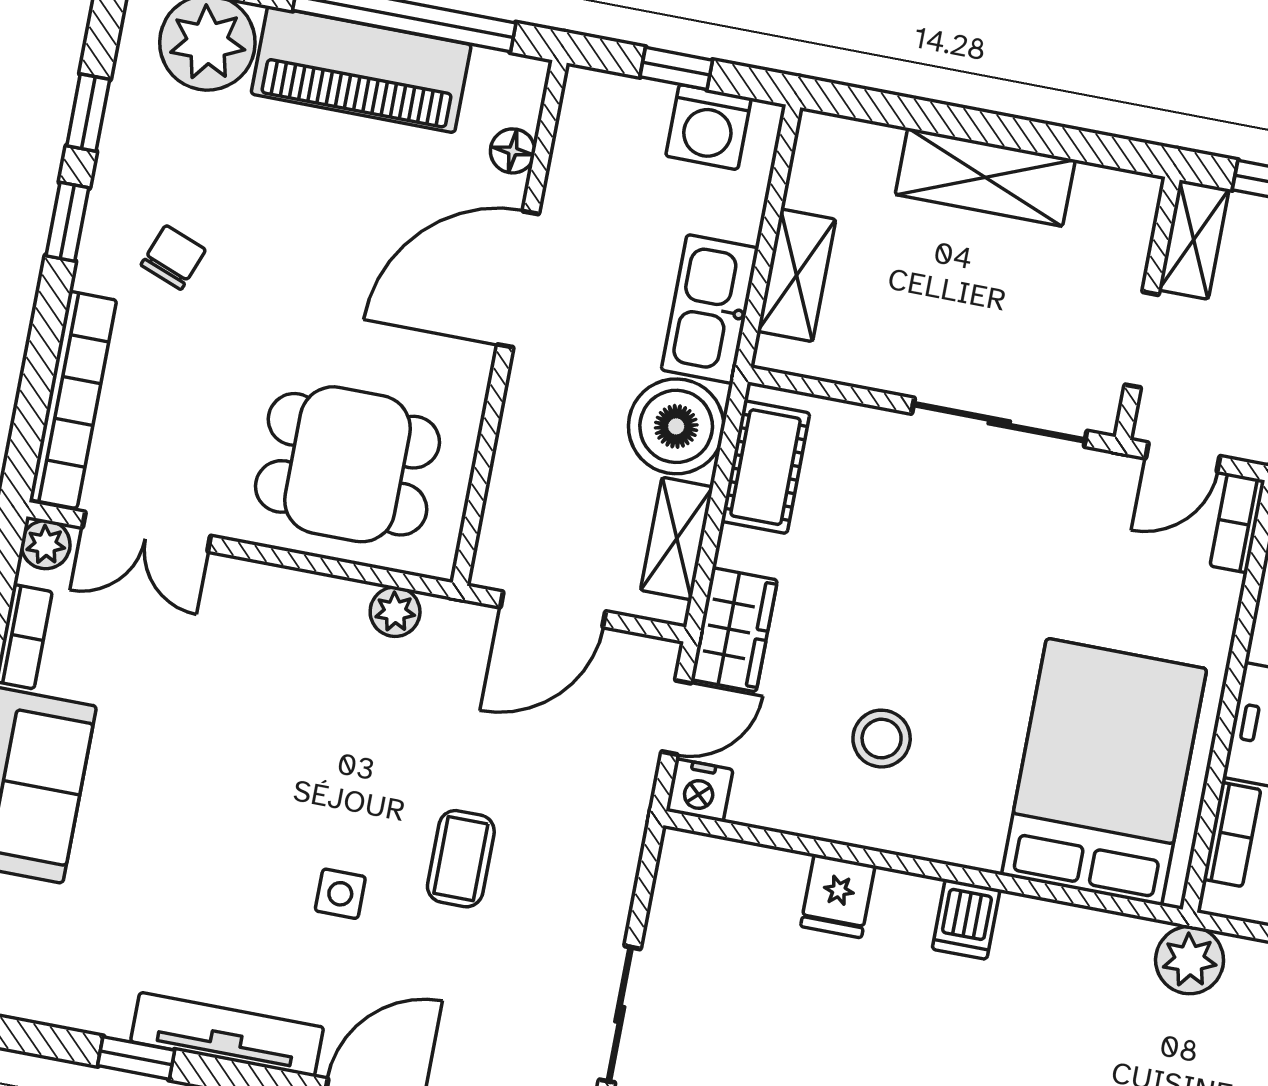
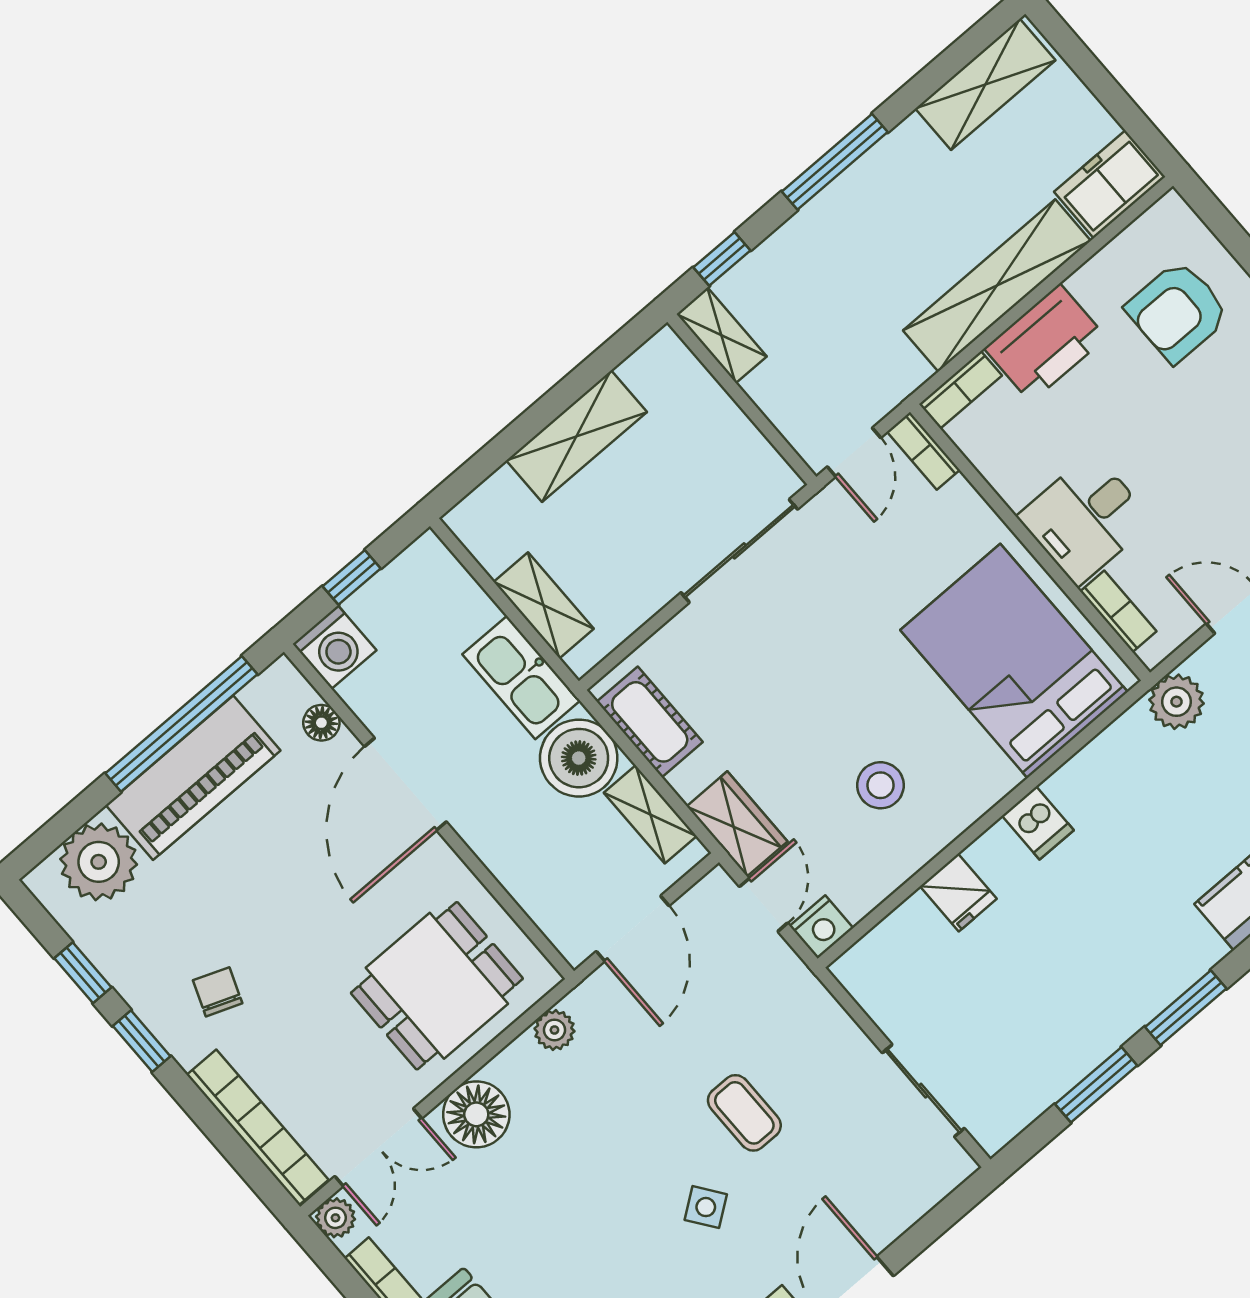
washing machine: (708, 127) -> (335, 647), moved
doorway: (1142, 340) -> (759, 419), removed
floor lamp: (254, 601) -> (476, 1114), added
side table: (340, 894) -> (706, 1207), turned -36

